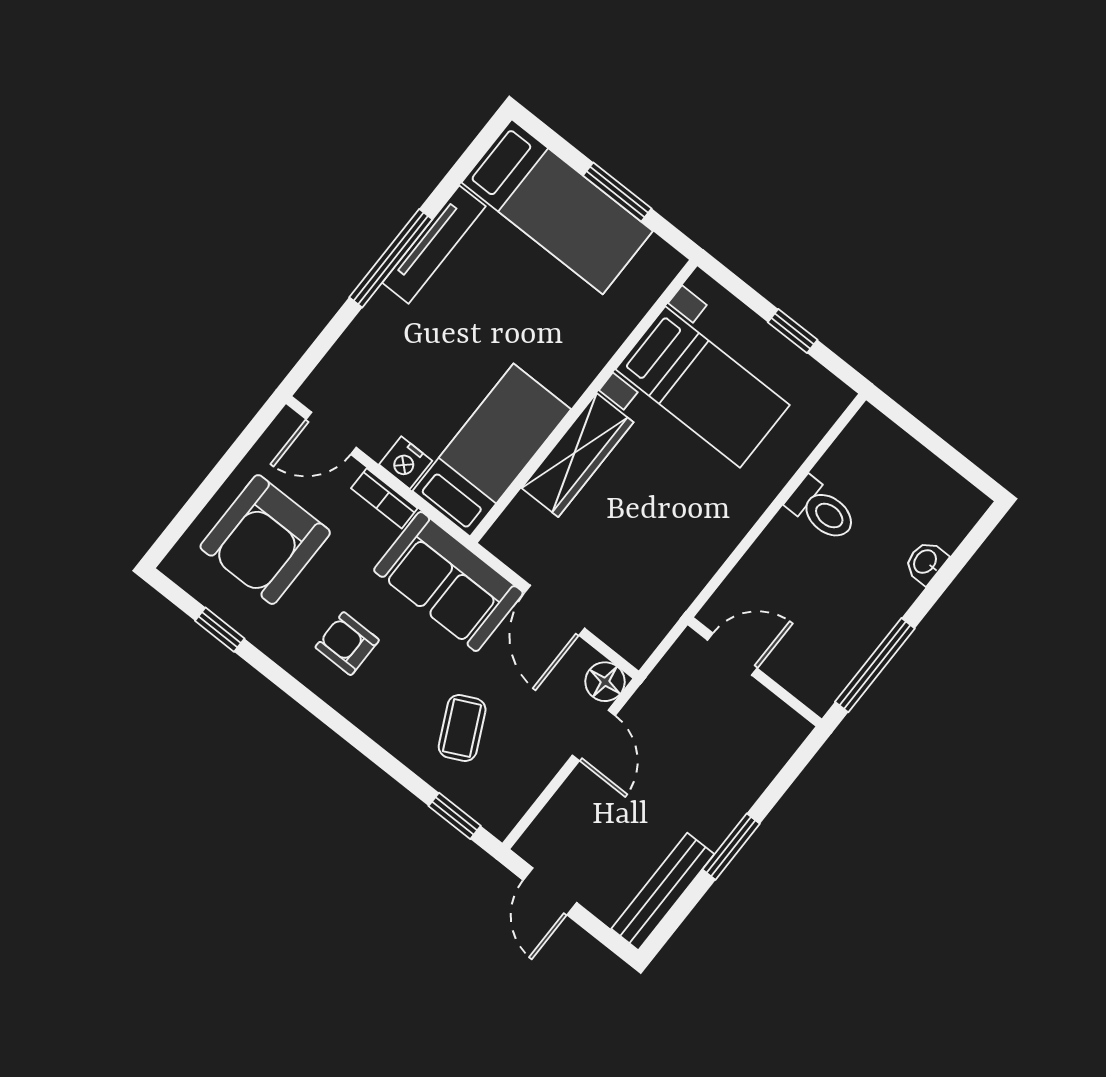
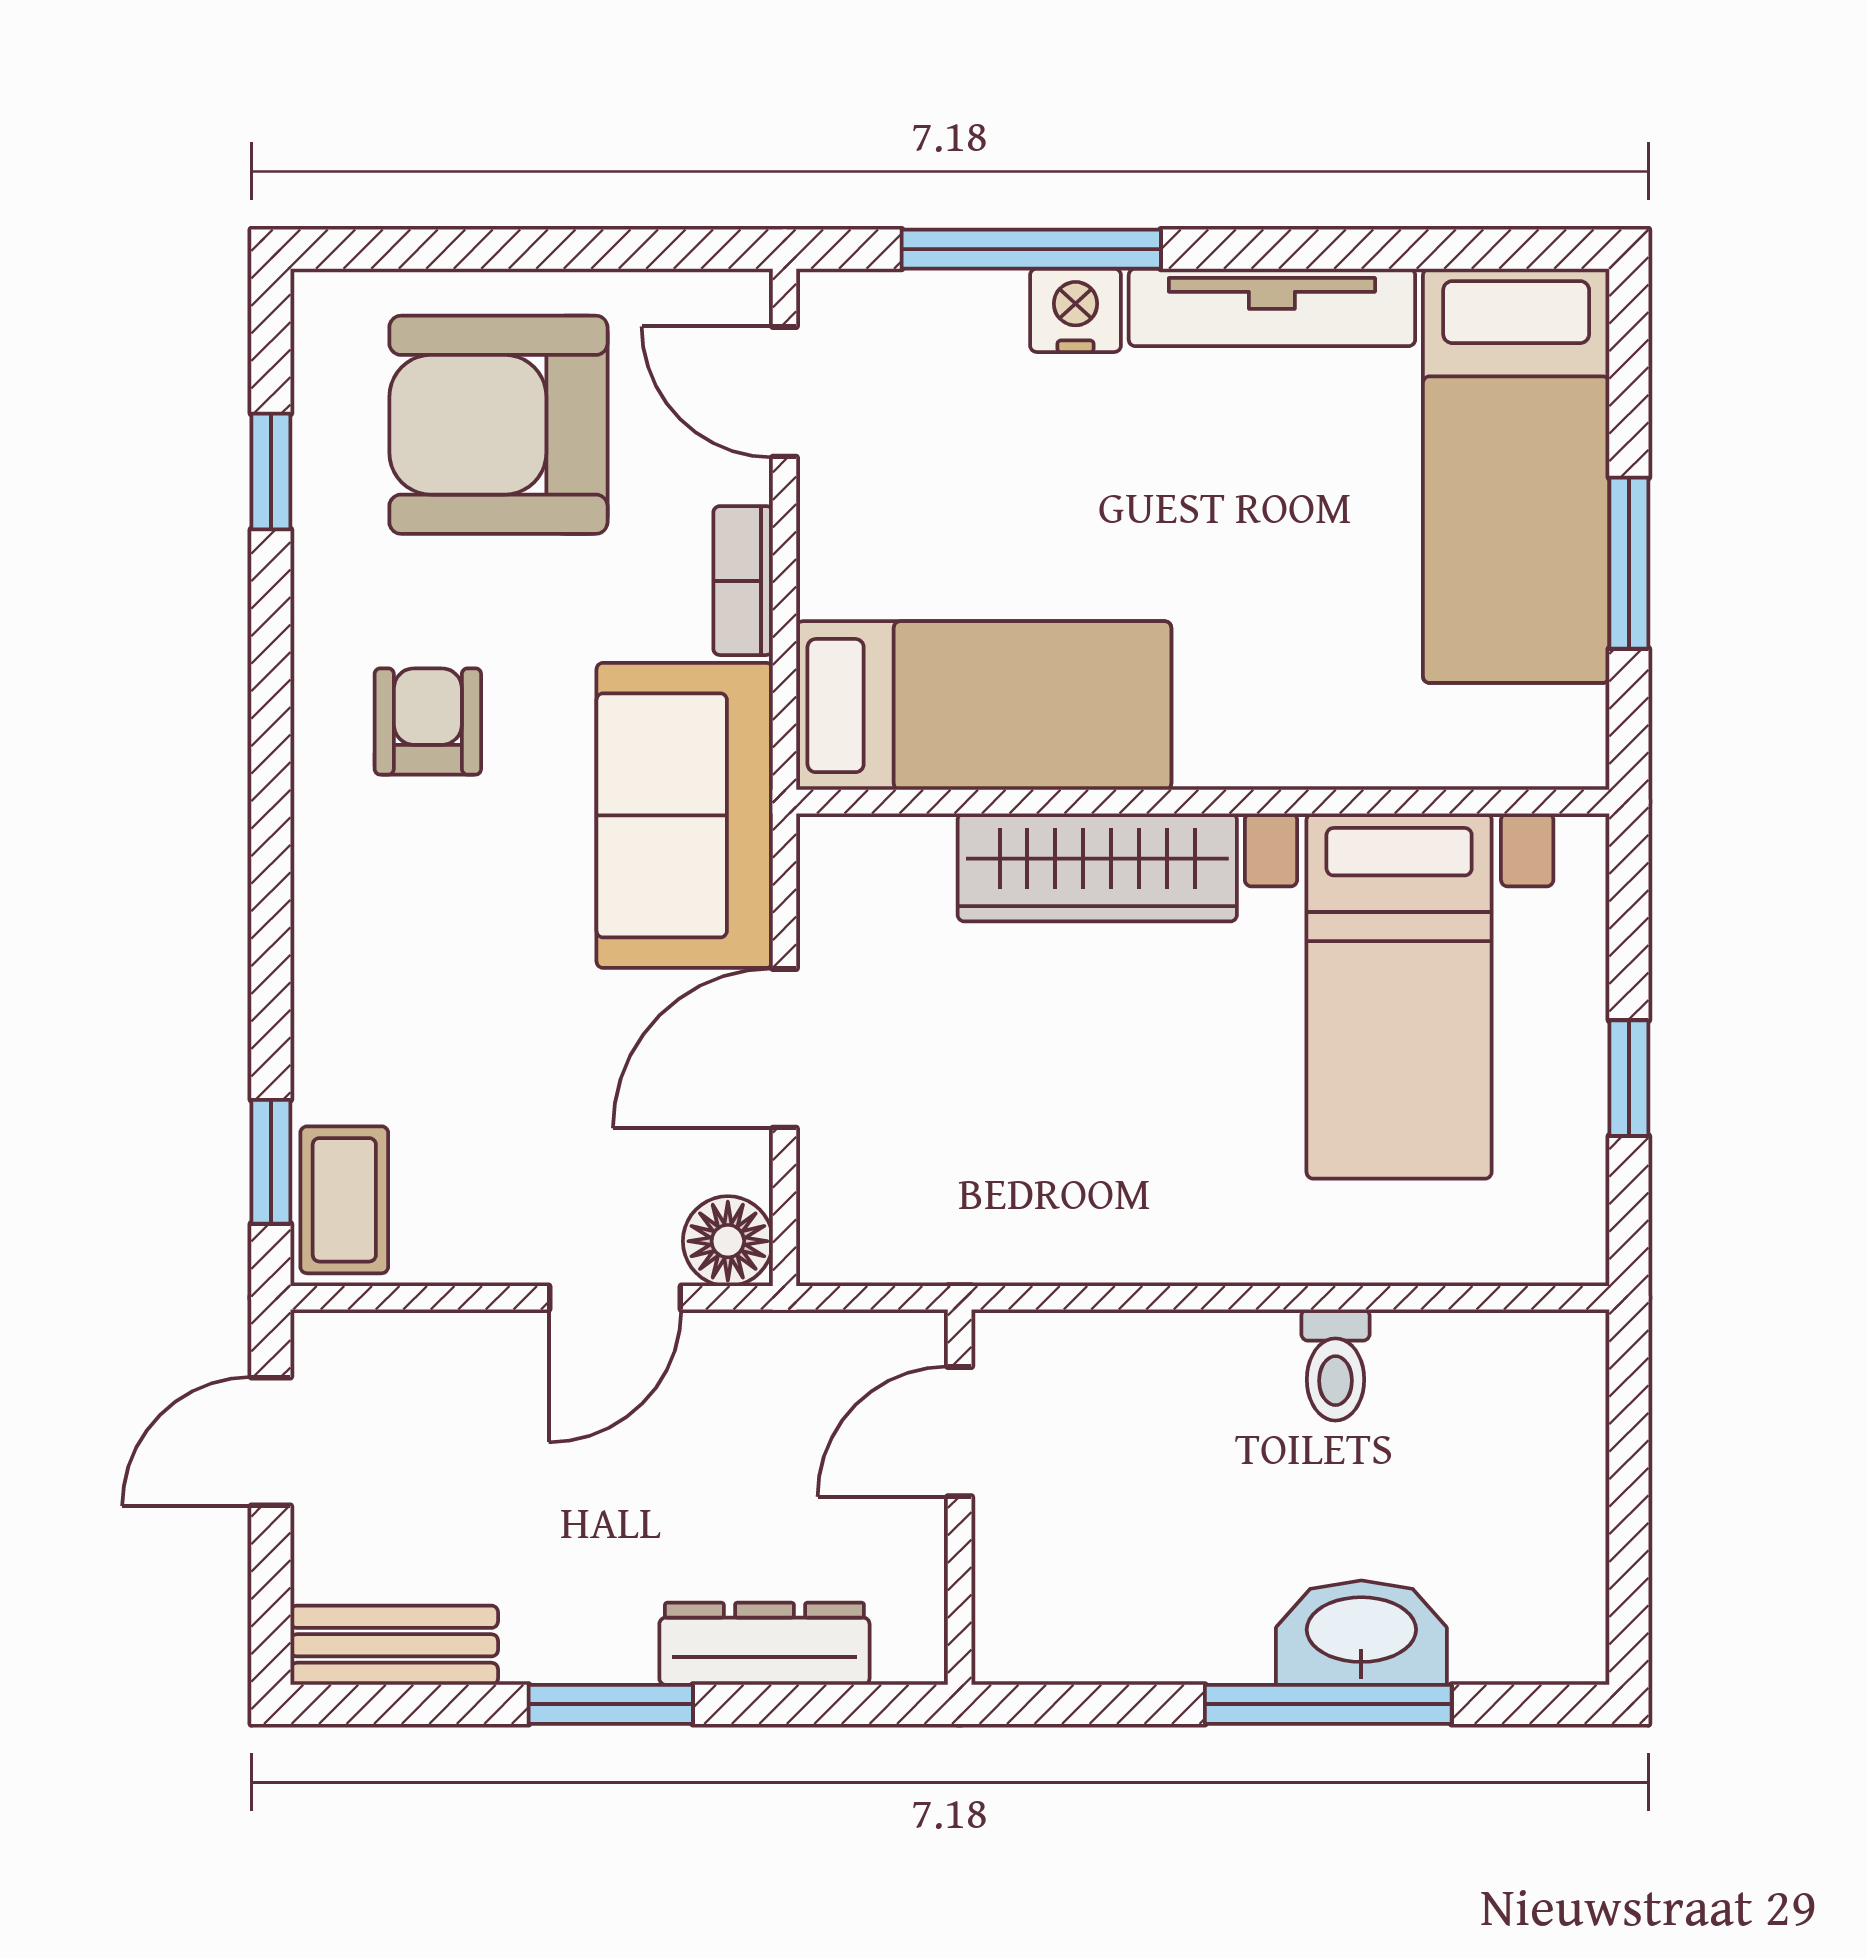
window: (391, 258) -> (1031, 249), moved
nightstand: (406, 463) -> (1076, 310), moved, turned 90
toilet: (822, 510) -> (1335, 1365), width x0.73, depth x0.72
washbasin: (926, 562) -> (1361, 1633), width x1.91, depth x1.45
door: (732, 654) -> (960, 1432), swing flipped
window: (875, 665) -> (1328, 1704), moved
coffee table: (462, 728) -> (344, 1200), moved, turned -64
dresser: (752, 778) -> (764, 1644), added
bench: (663, 891) -> (394, 1645), width x0.73

